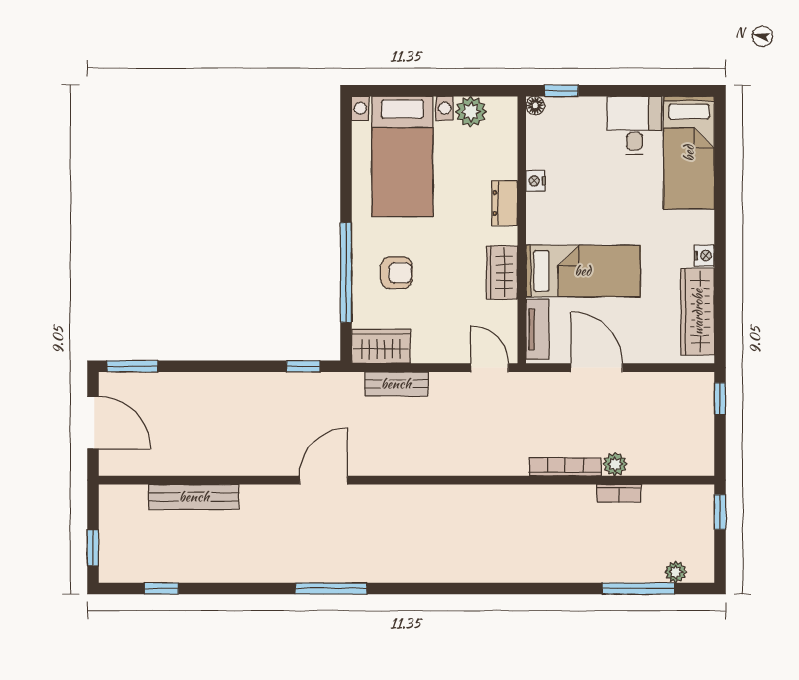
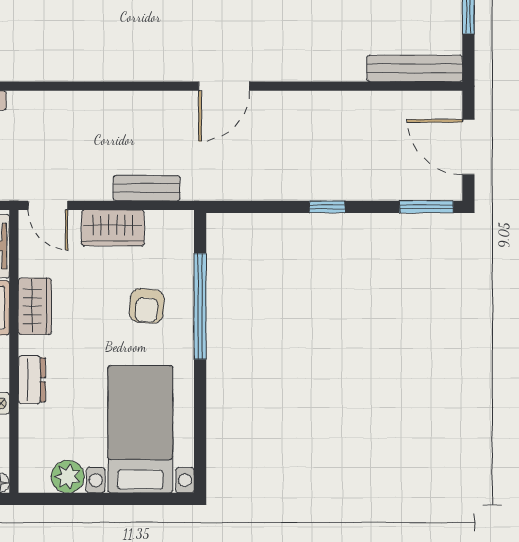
armchair: (396, 273) -> (147, 306), turned -86
wardrobe: (381, 346) -> (113, 228), moved
window: (303, 366) -> (327, 207), moved
bench: (194, 497) -> (415, 68), moved

